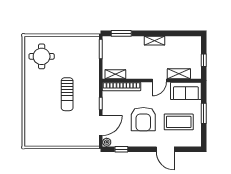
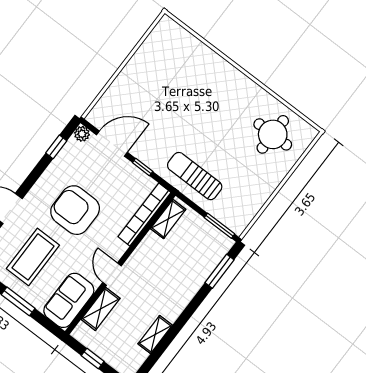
shelving: (154, 41) -> (155, 335), moved
sun lounger: (67, 94) -> (195, 176), moved
door: (101, 125) -> (112, 144), swing flipped

